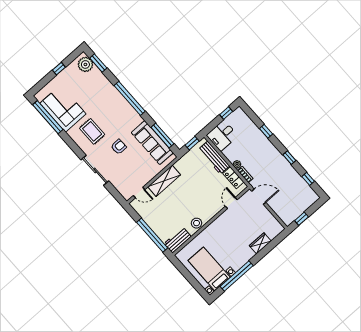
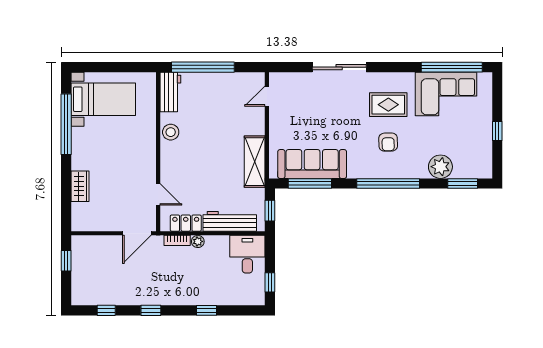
plant: (85, 64) -> (440, 167), moved
armchair: (119, 147) -> (388, 142), moved
shelving: (164, 181) -> (255, 162), moved

